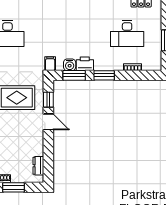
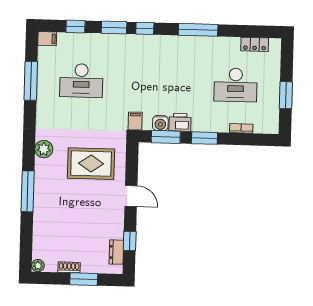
window: (48, 100) -> (130, 241), moved

